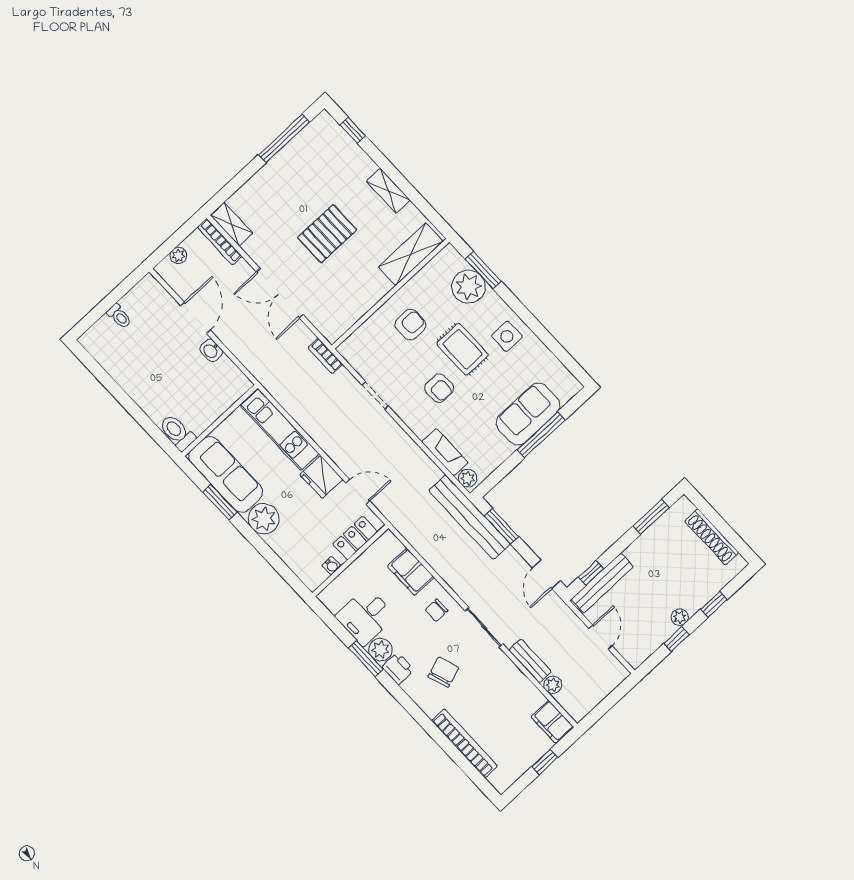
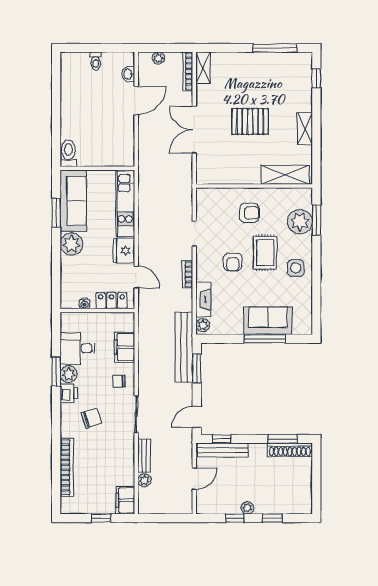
washbasin: (211, 350) -> (128, 74), moved
bookcase: (325, 356) -> (187, 274), moved
shoe rack: (712, 537) -> (290, 450), moved, turned -90

